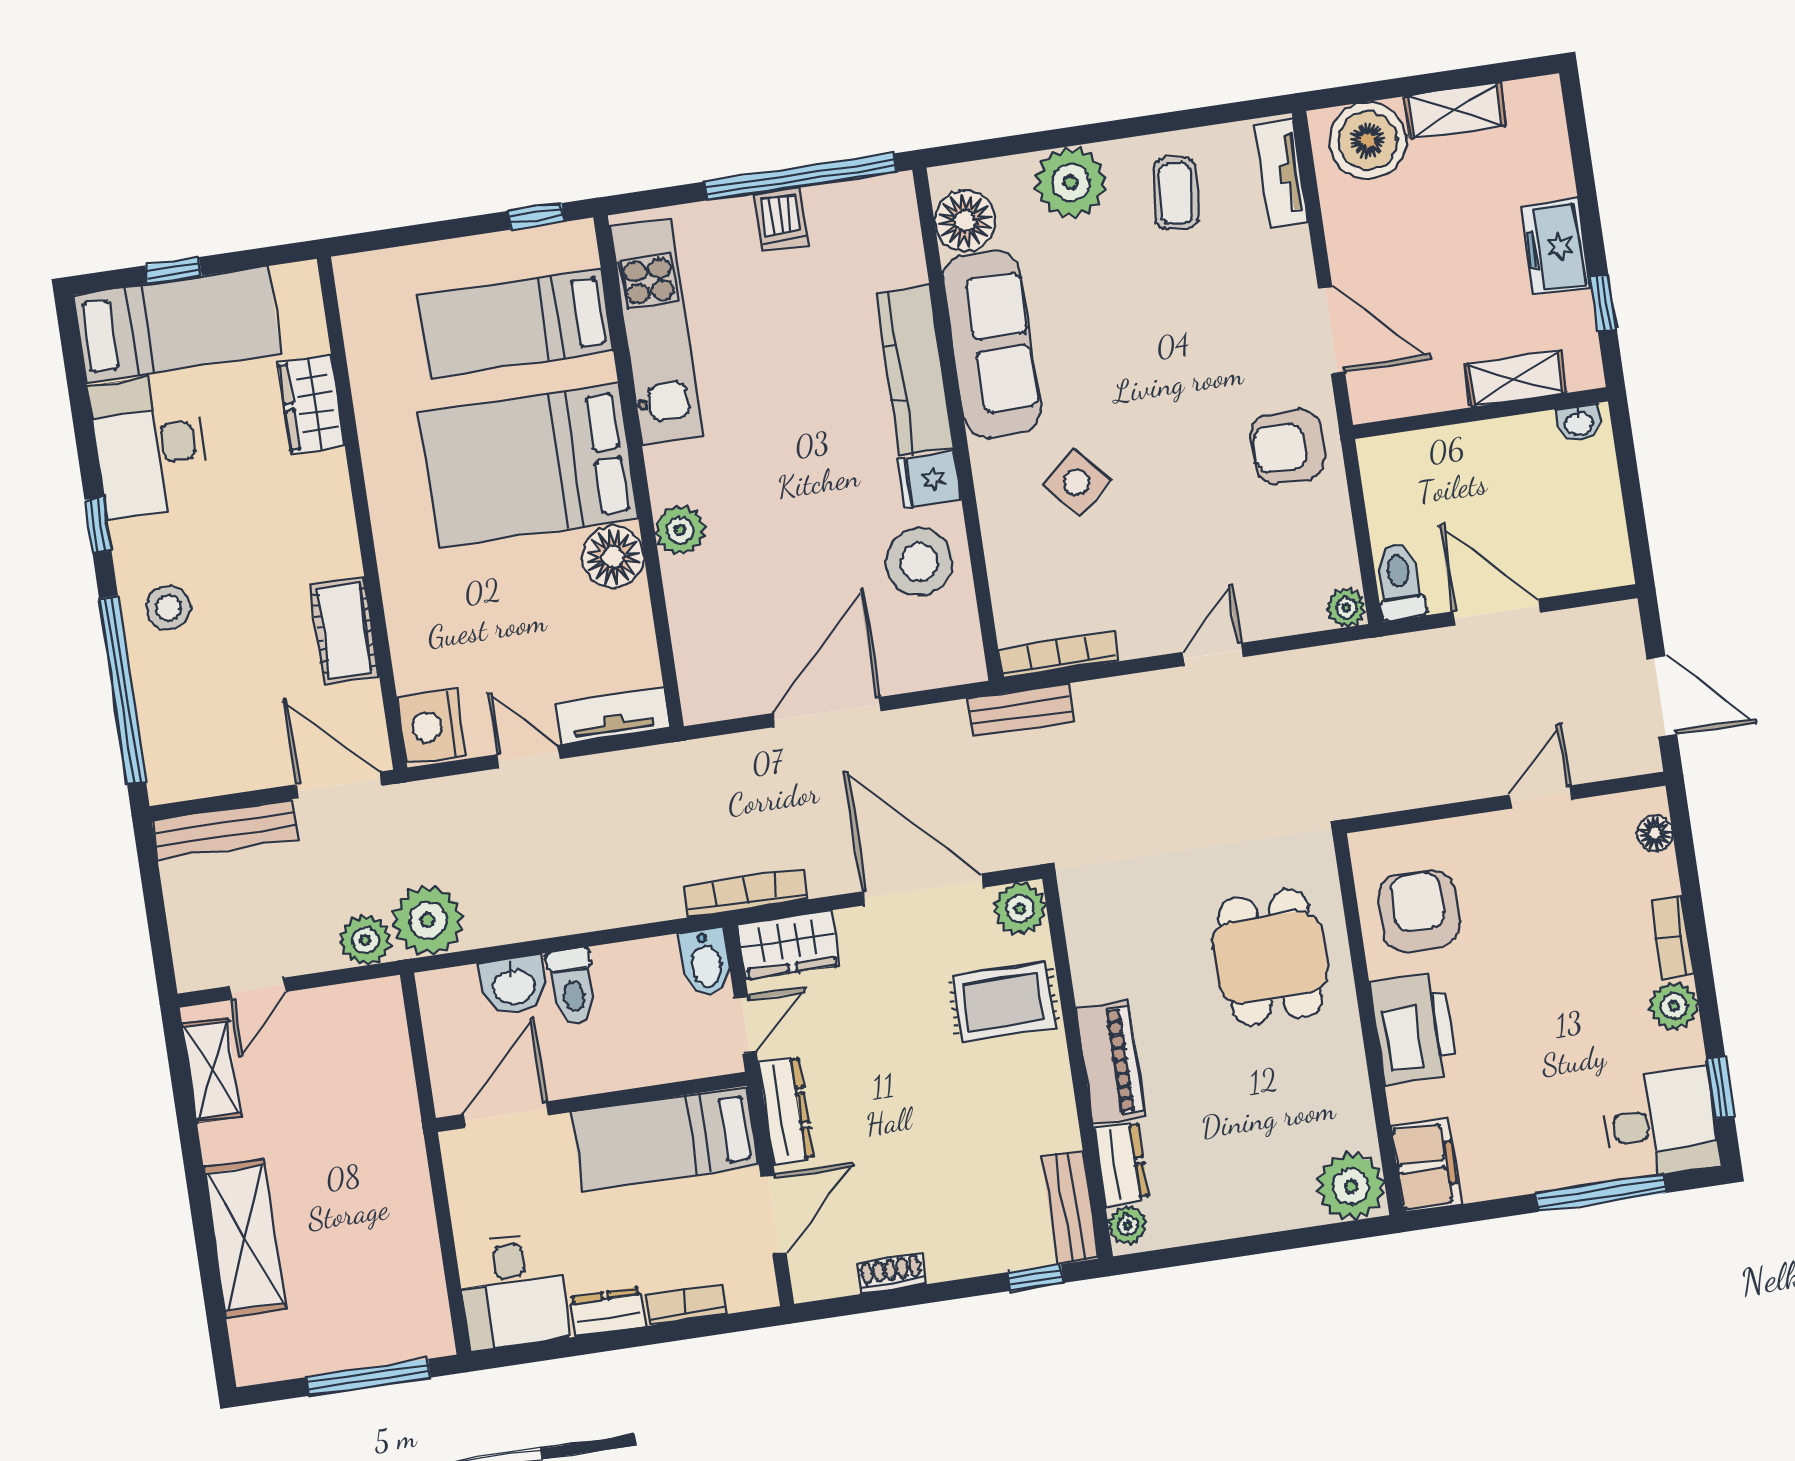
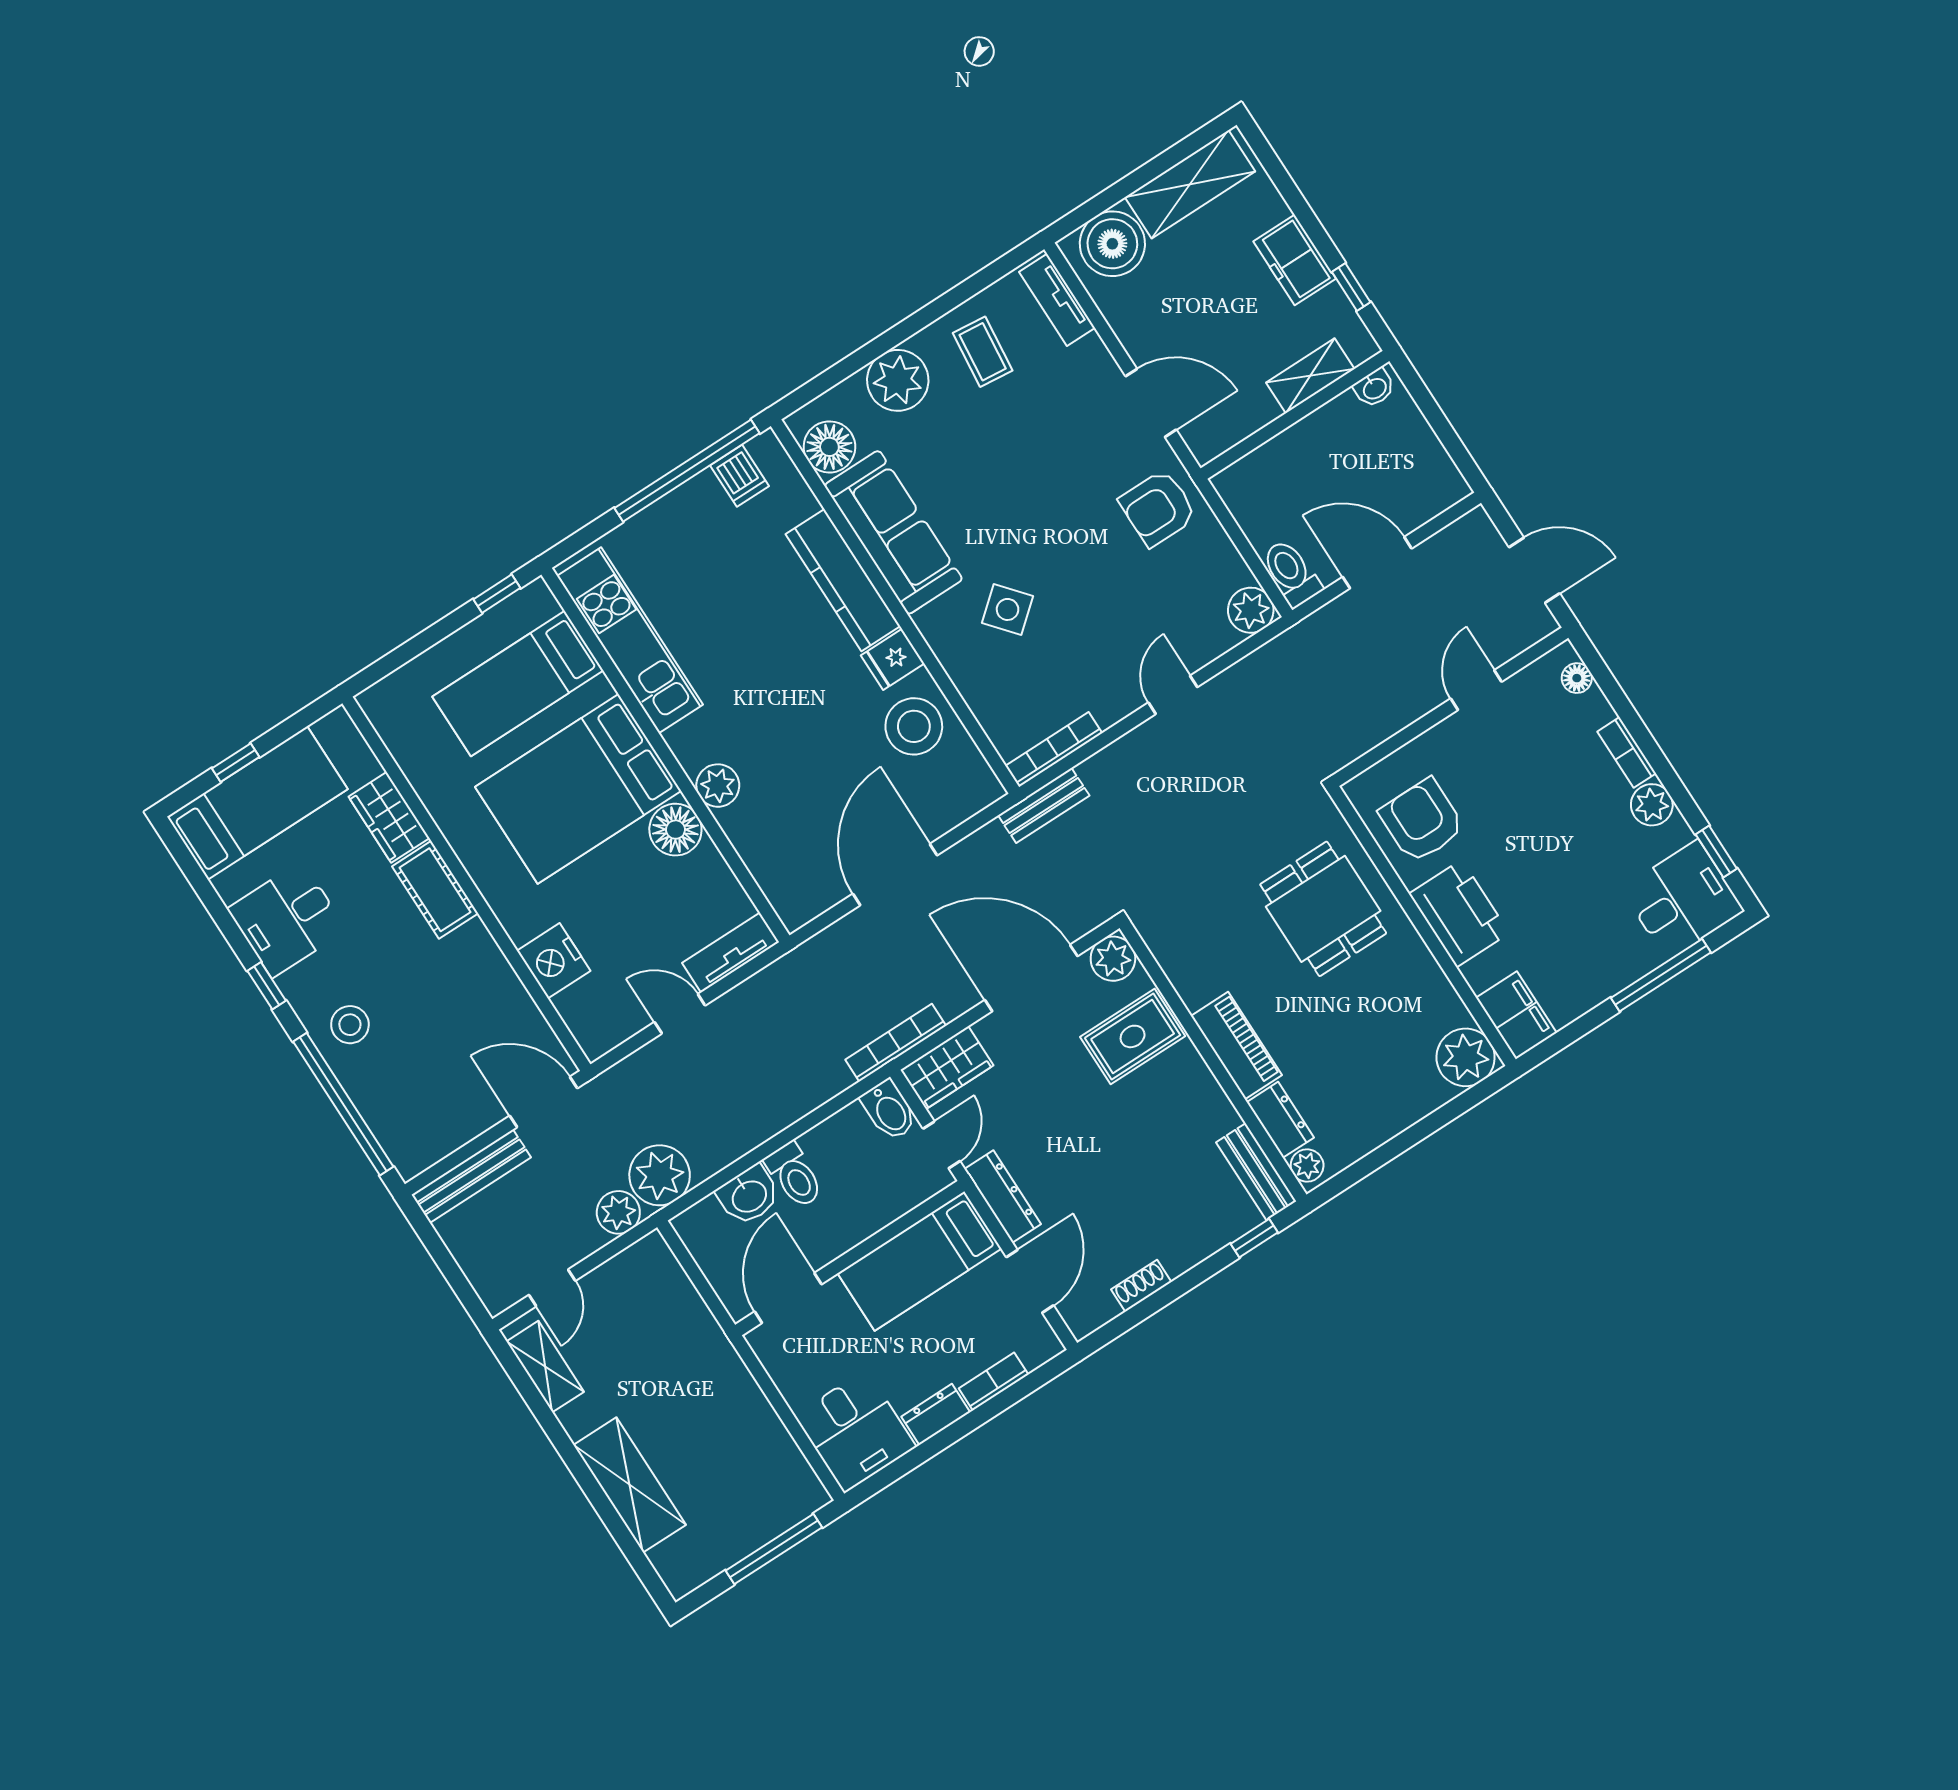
shelving: (1455, 111) -> (1190, 184), width x1.50, depth x1.33
dishwasher: (781, 219) -> (739, 476), moved
desk: (149, 446) -> (287, 919), width x0.73
plant: (1346, 608) -> (1251, 610), width x1.38, depth x1.38
cot: (344, 630) -> (435, 890), moved
nightstand: (432, 726) -> (554, 961), moved

